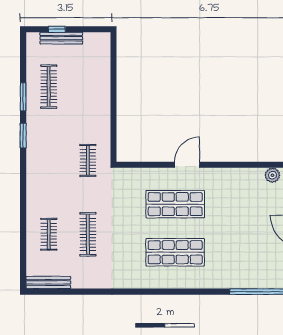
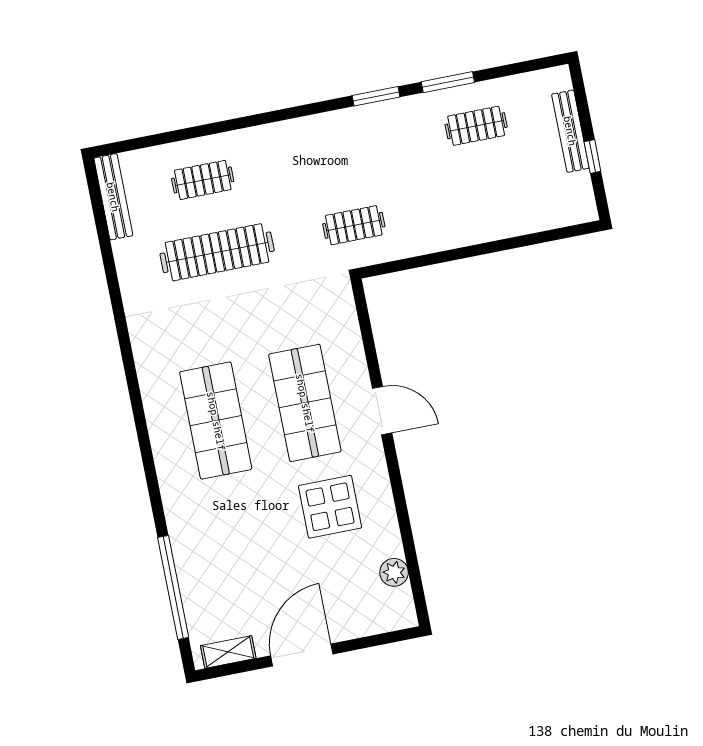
window: (57, 29) -> (592, 157), moved
clothes rail: (49, 87) -> (476, 126), width x0.73
display table: (232, 202) -> (330, 507), added
clothes rail: (88, 234) -> (217, 252), width x1.37, depth x1.31

